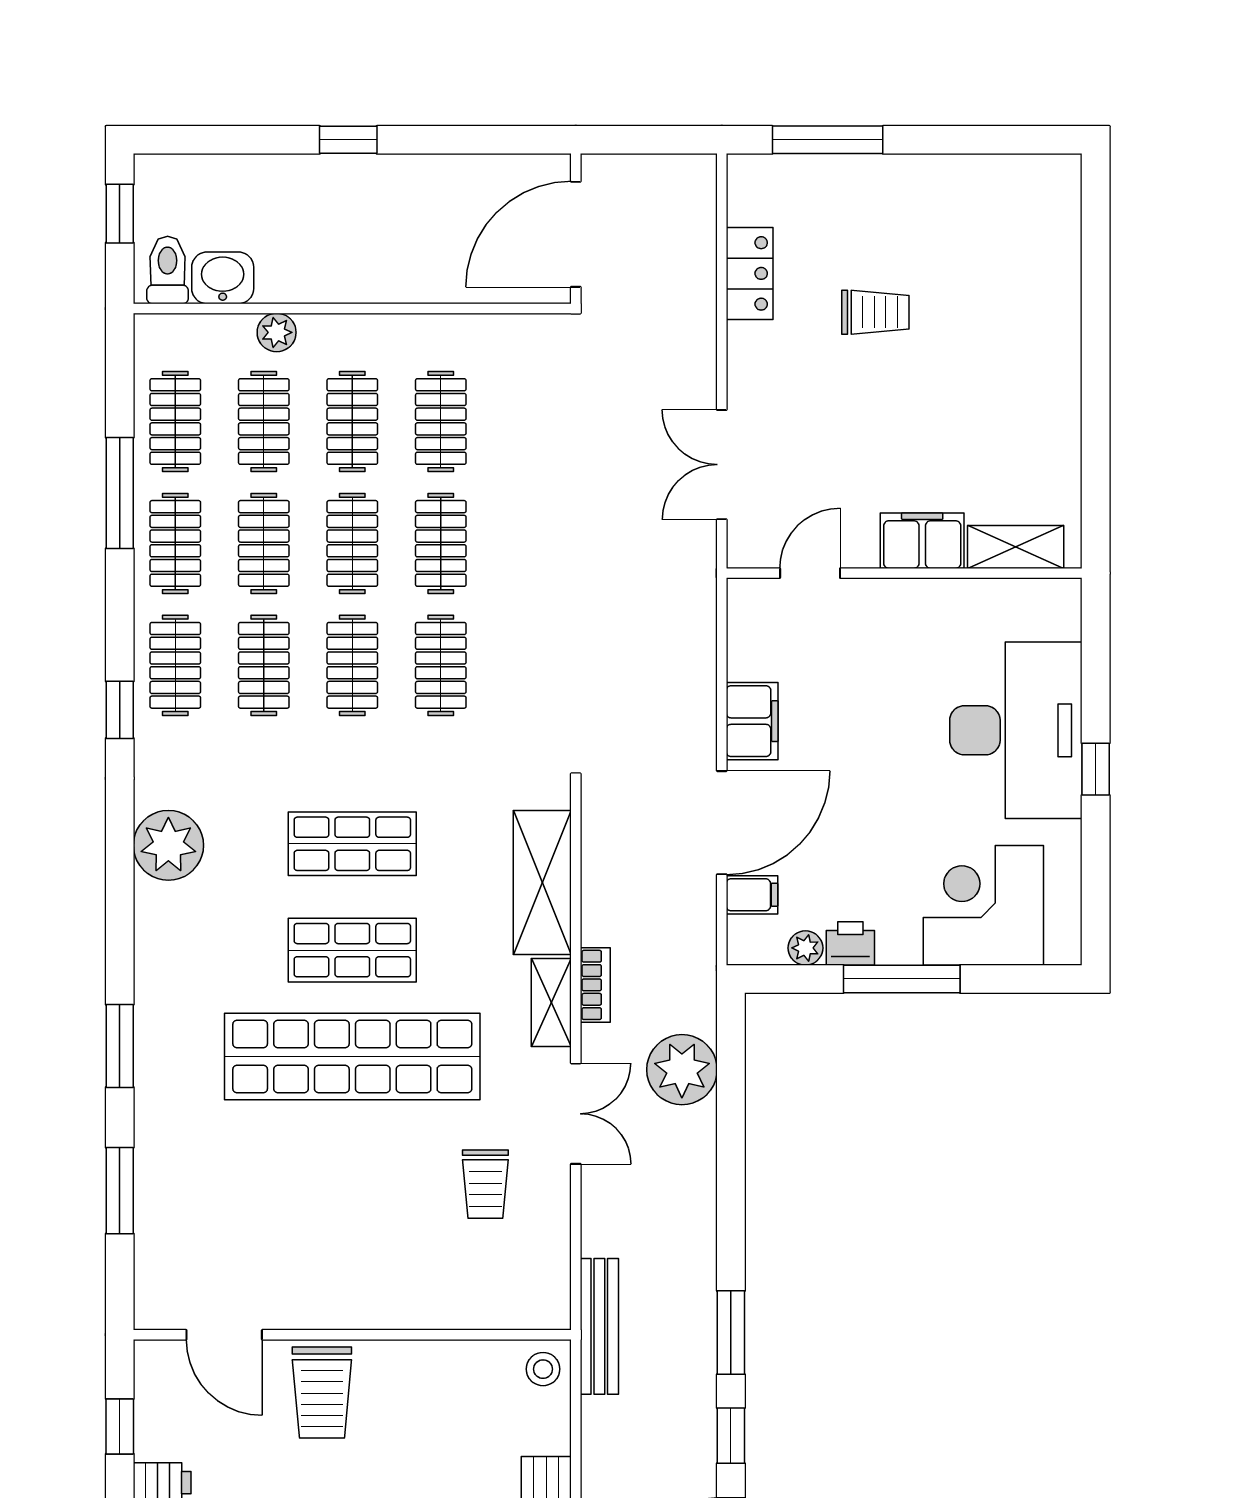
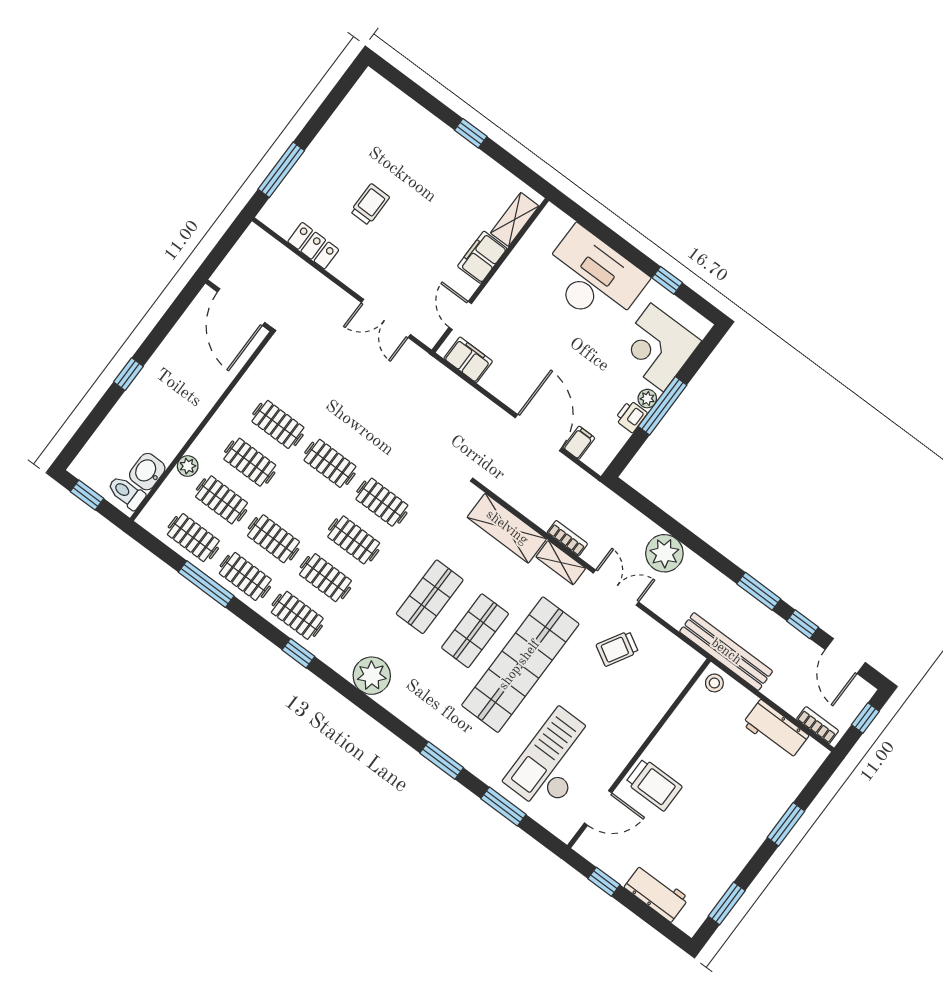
window: (1096, 384) -> (471, 133), added
clothes rail: (352, 543) -> (302, 501), removed
filing cabinet: (752, 721) -> (468, 360), moved
window: (1096, 769) -> (667, 280), moved
plant: (805, 948) -> (647, 399), moved
plant: (682, 1070) -> (664, 553), moved
trolley: (485, 1184) -> (617, 649), turned 120
checkout: (245, 1215) -> (554, 761), added
bench: (599, 1326) -> (726, 652), width x1.37, depth x1.21

